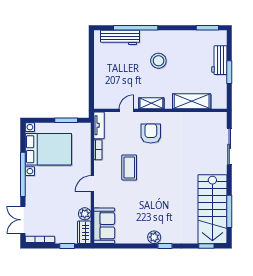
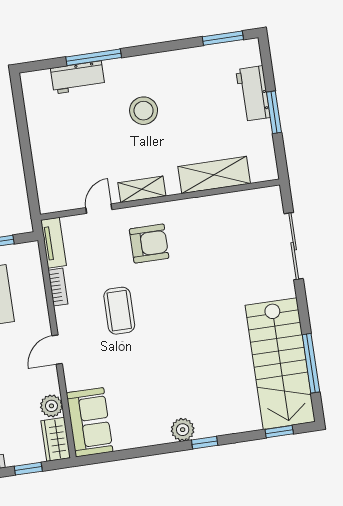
window: (136, 28) -> (94, 57), width x0.68
workbench: (120, 37) -> (78, 77), width x0.73
armchair: (151, 133) -> (149, 244), turned 90

